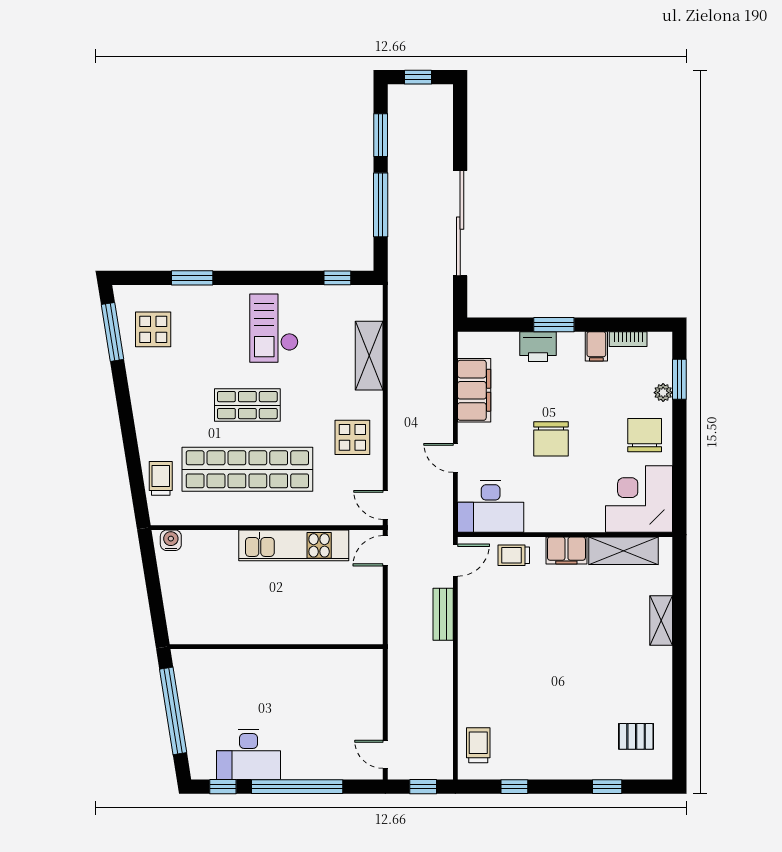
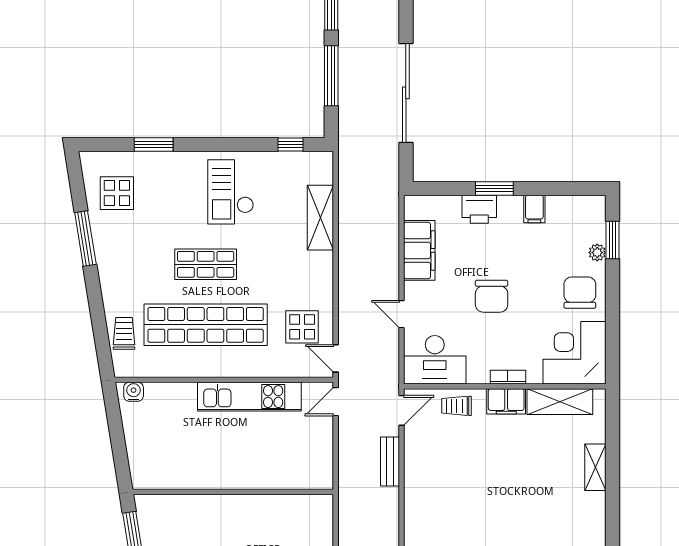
window: (113, 332) -> (85, 238), moved
bookcase: (628, 339) -> (508, 377), moved, turned 180
display table: (352, 437) -> (302, 327), moved

